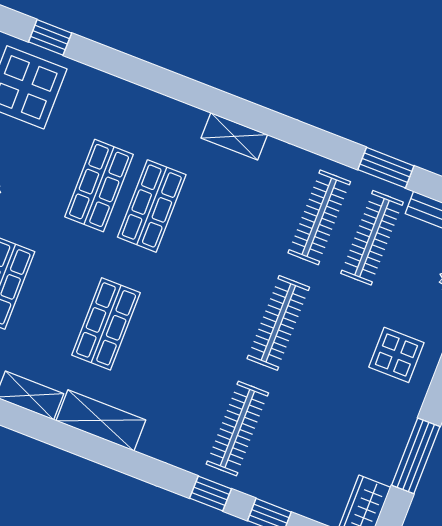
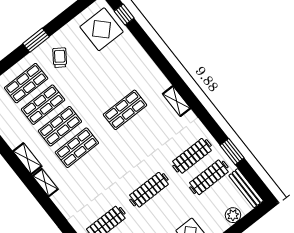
shop shelf: (99, 186) -> (60, 126), moved
shelving: (101, 420) -> (45, 183), width x0.67, depth x0.75

